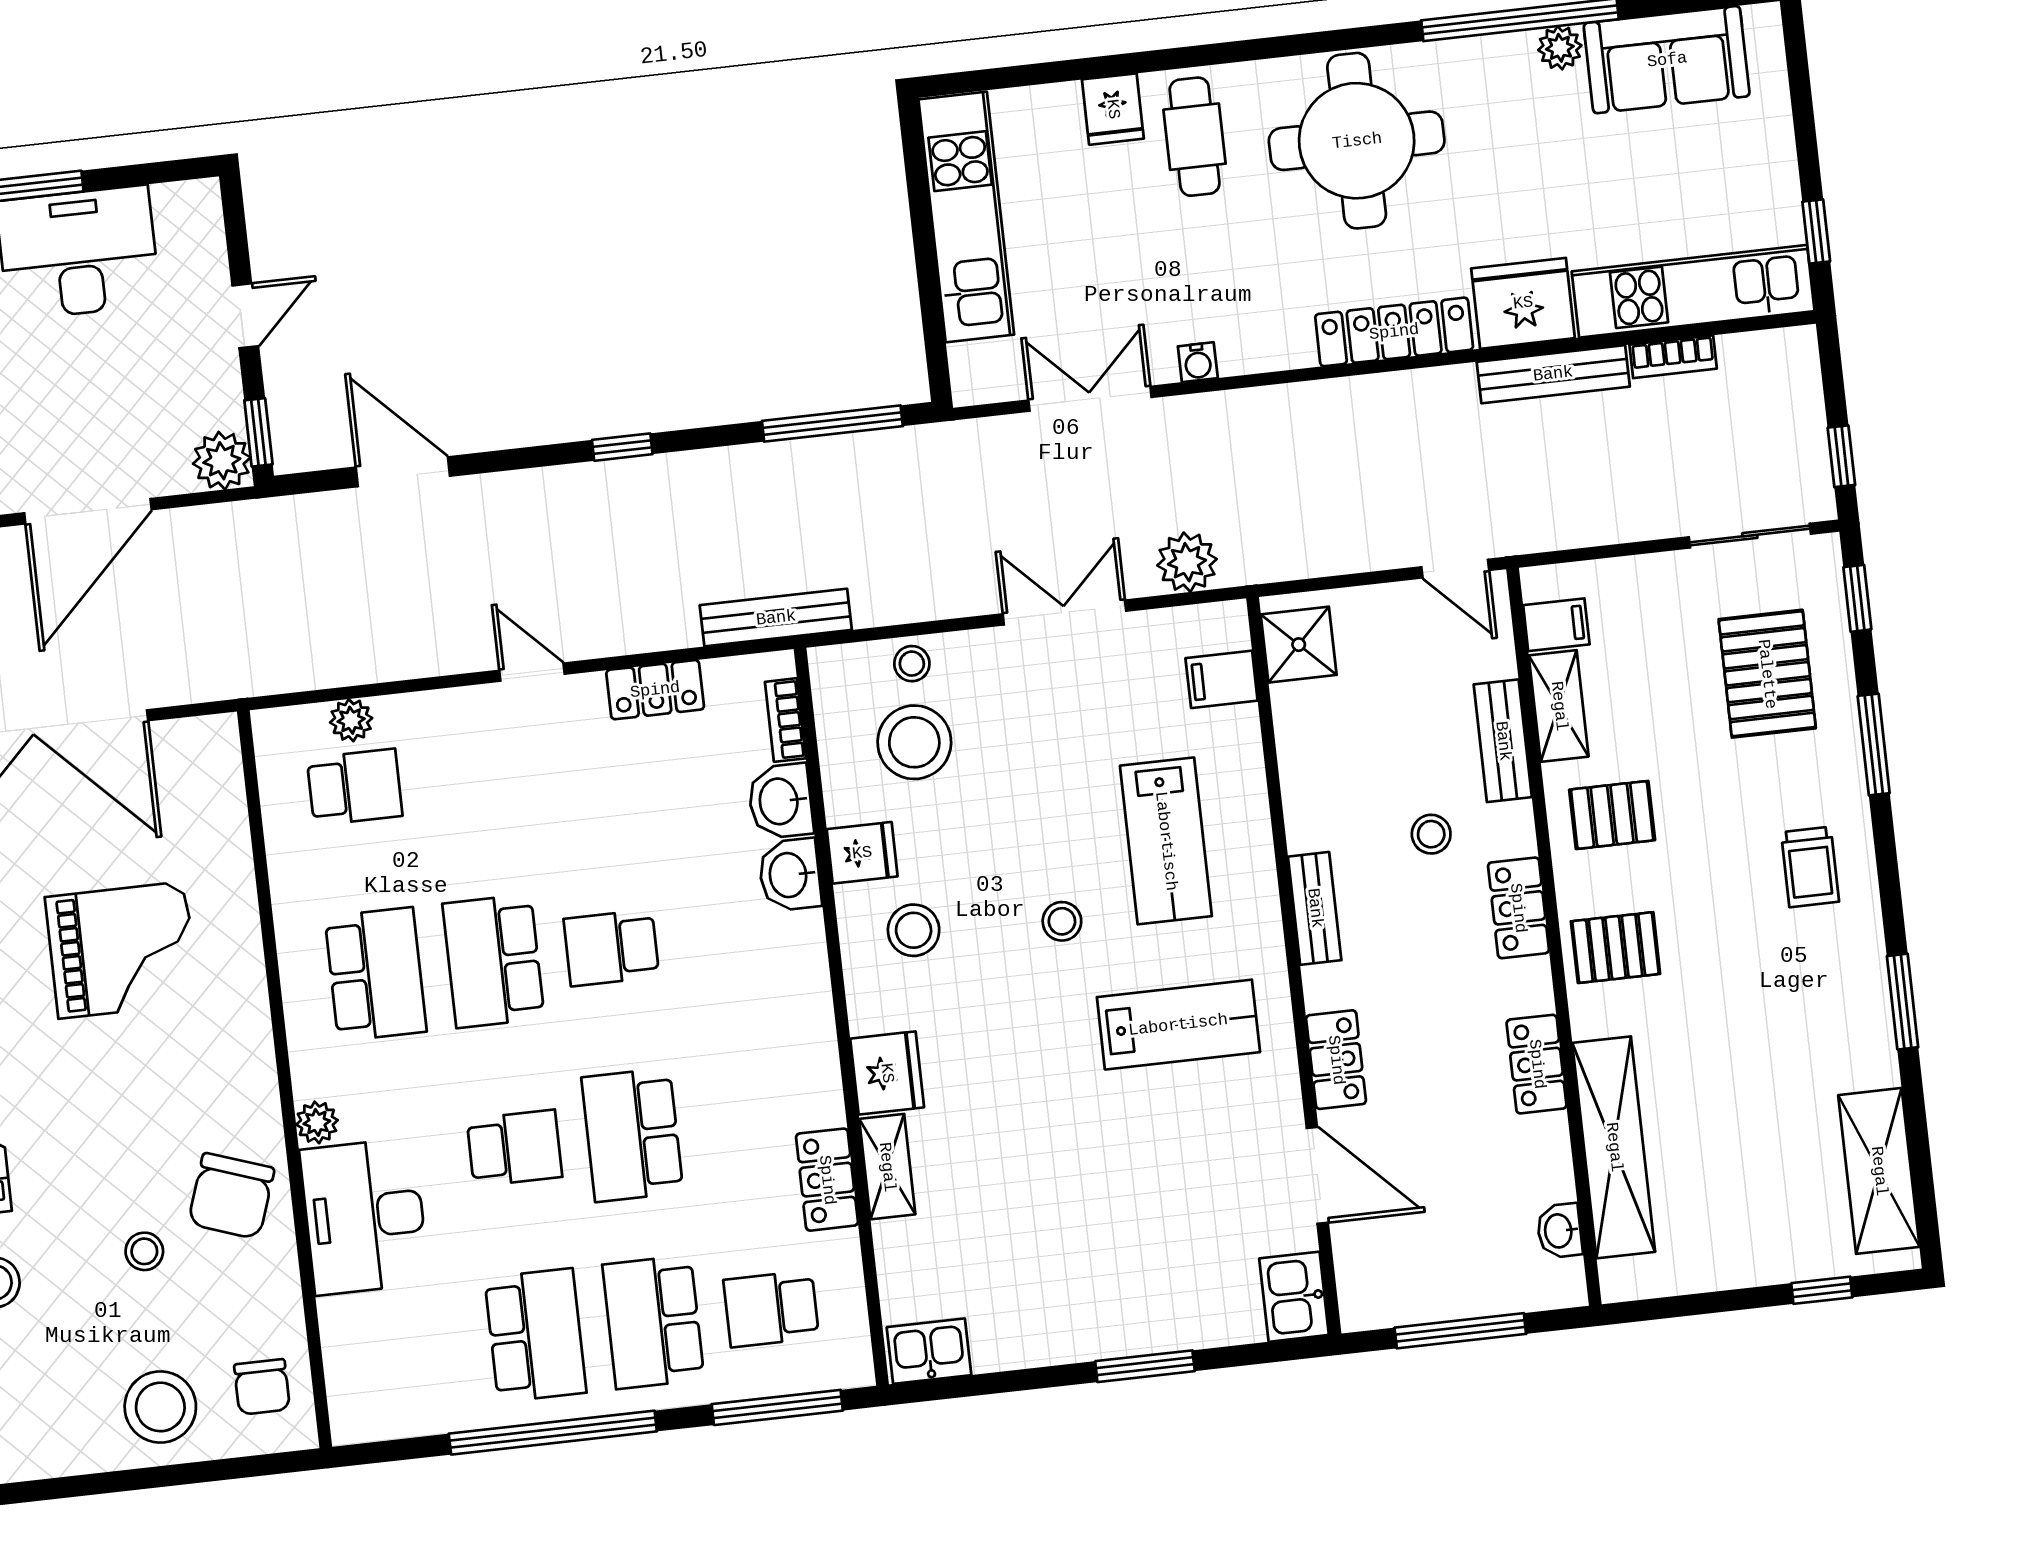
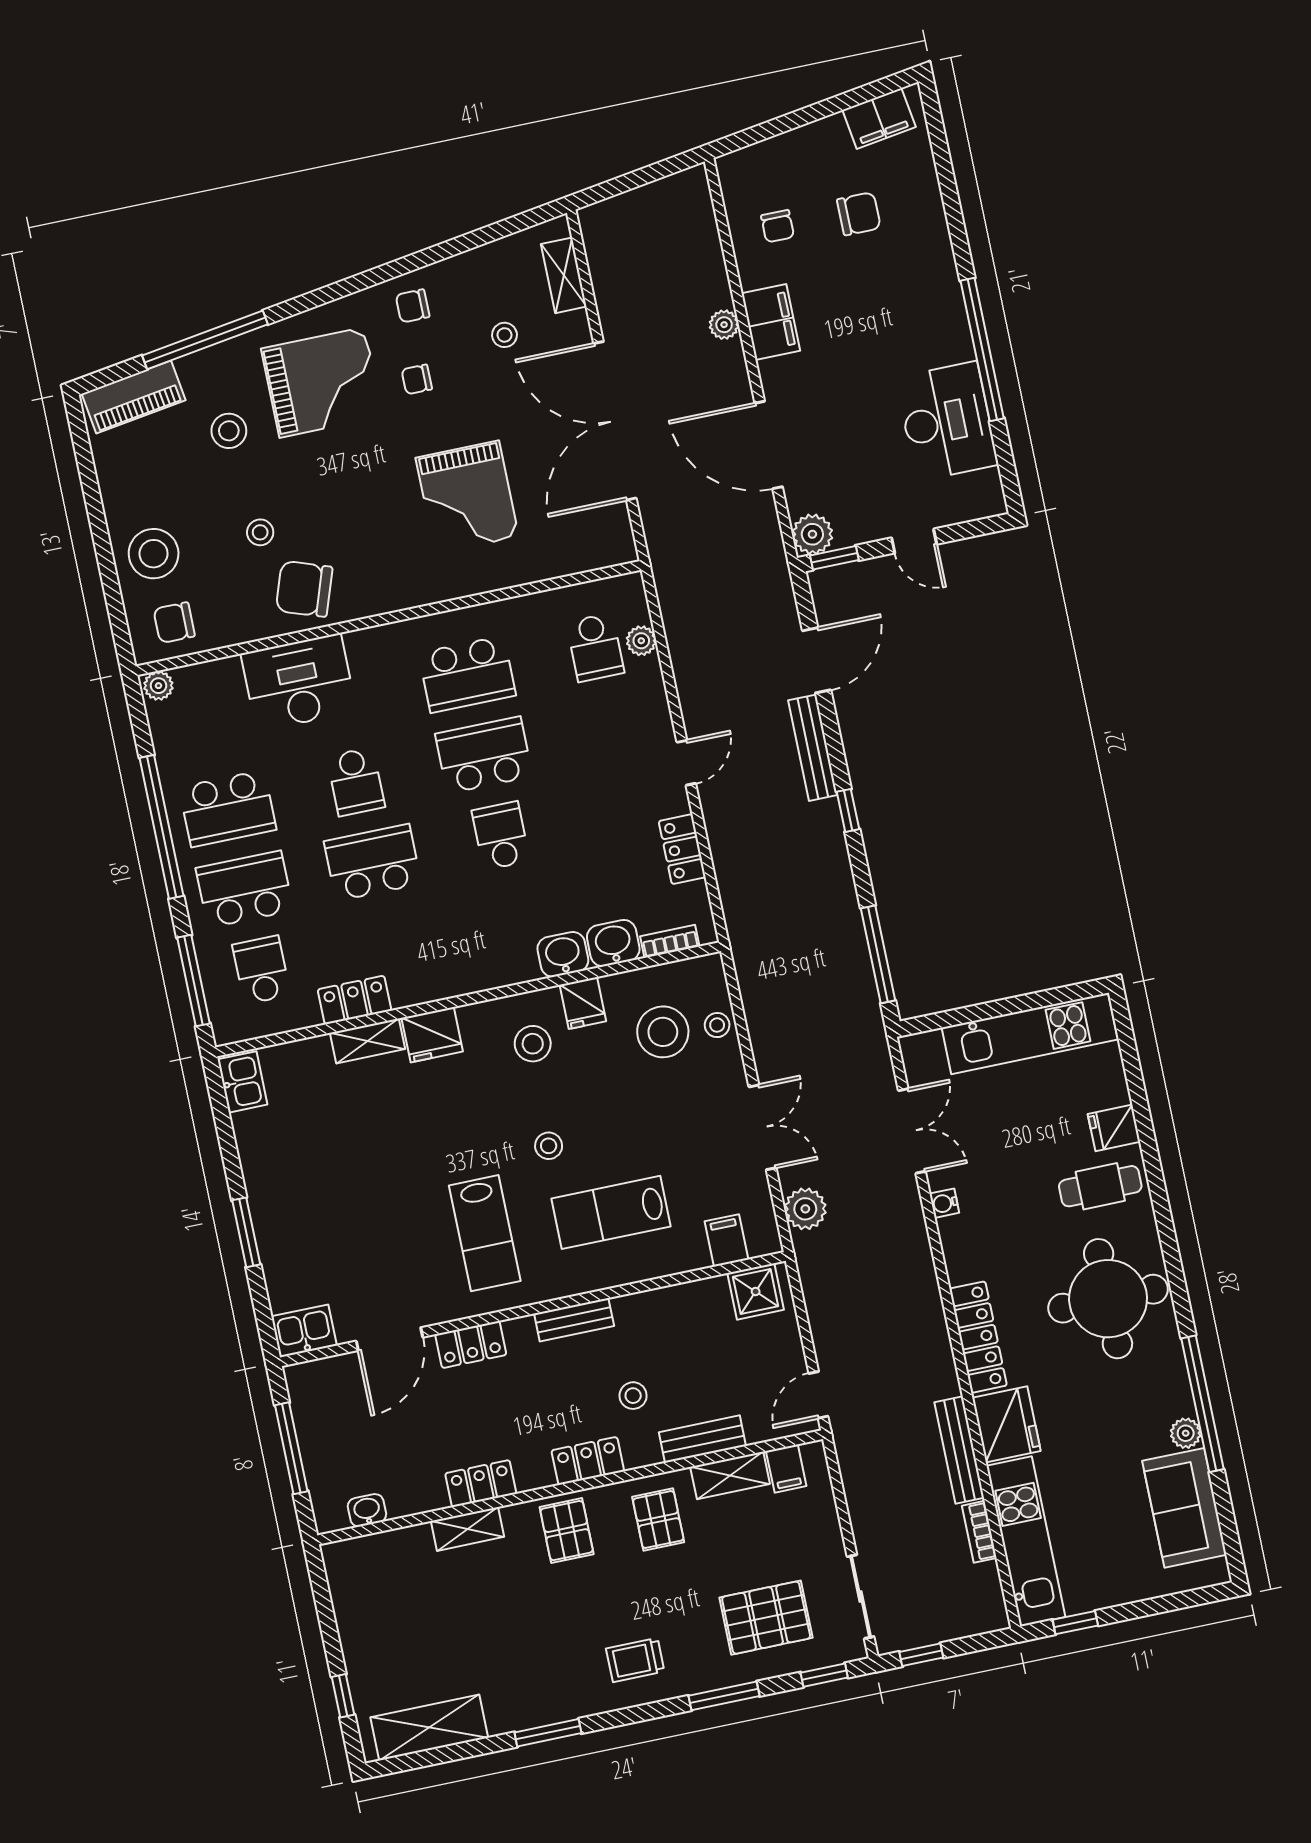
bench: (776, 618) -> (813, 748), moved
plant: (317, 1122) -> (158, 686), moved
shelving: (1614, 1147) -> (467, 1529), width x0.45, depth x0.75

